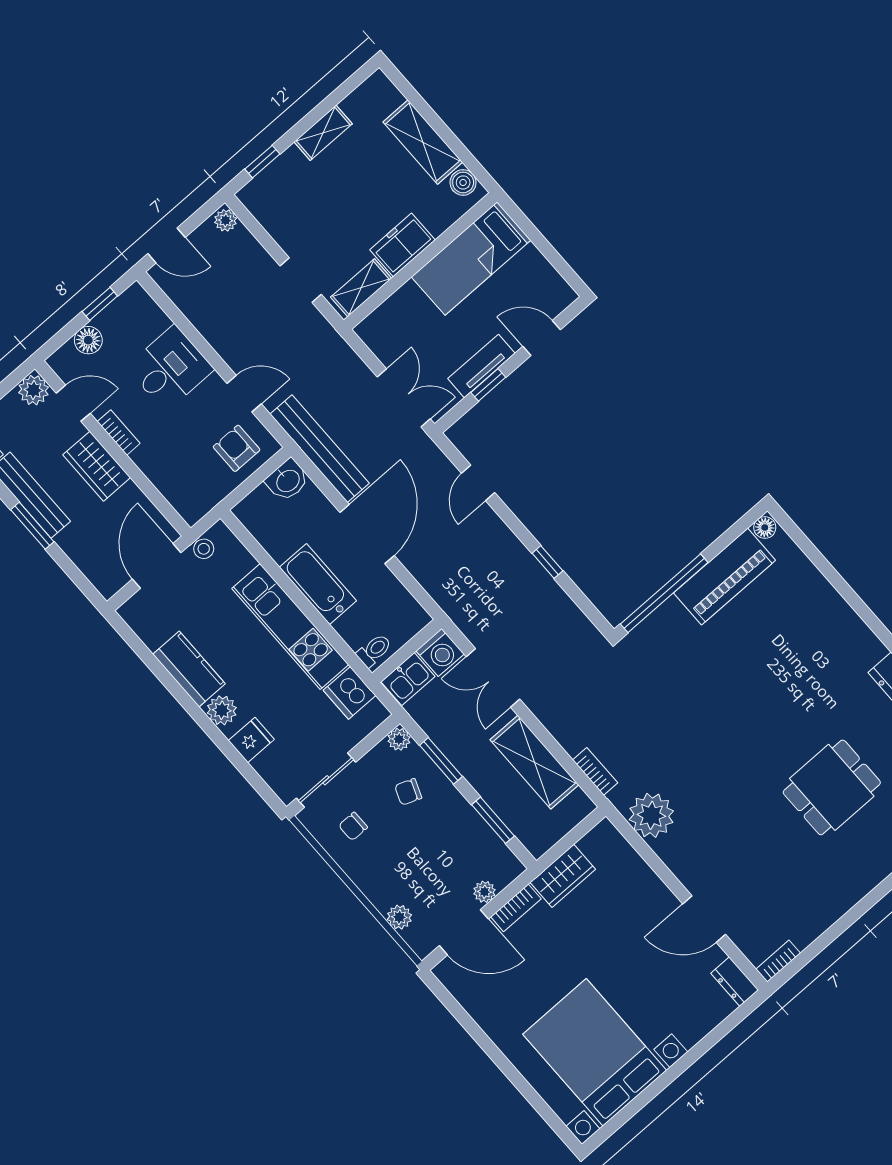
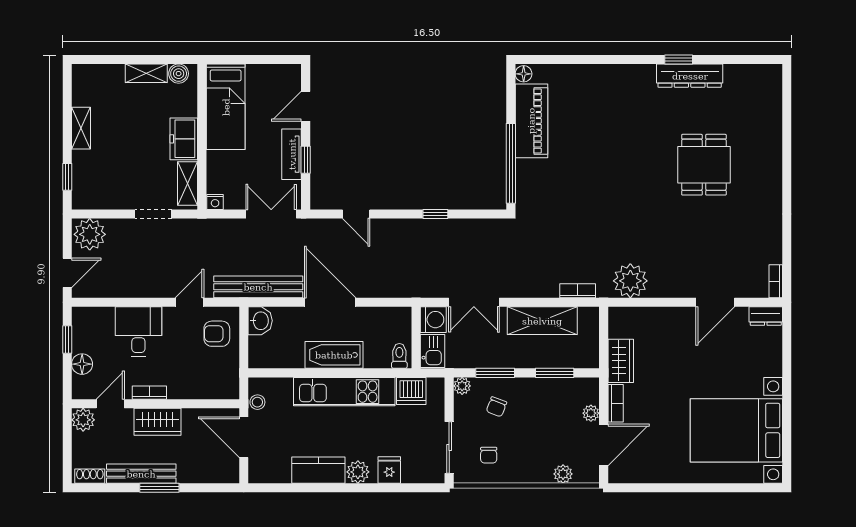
shelving: (423, 142) -> (146, 73), width x0.67, depth x0.75
plant: (226, 220) -> (90, 234), width x1.88, depth x1.88
nightstand: (367, 331) -> (215, 202), added

